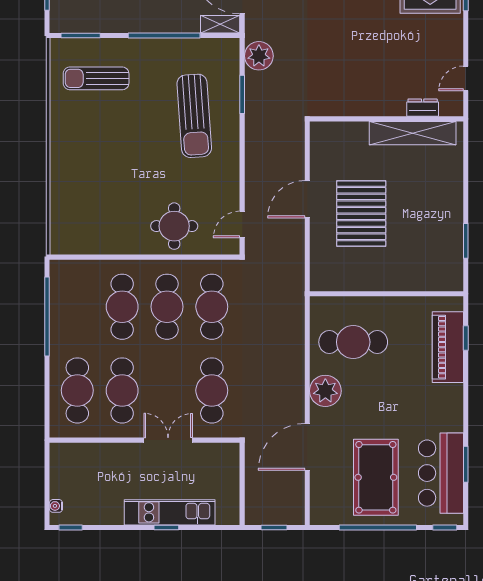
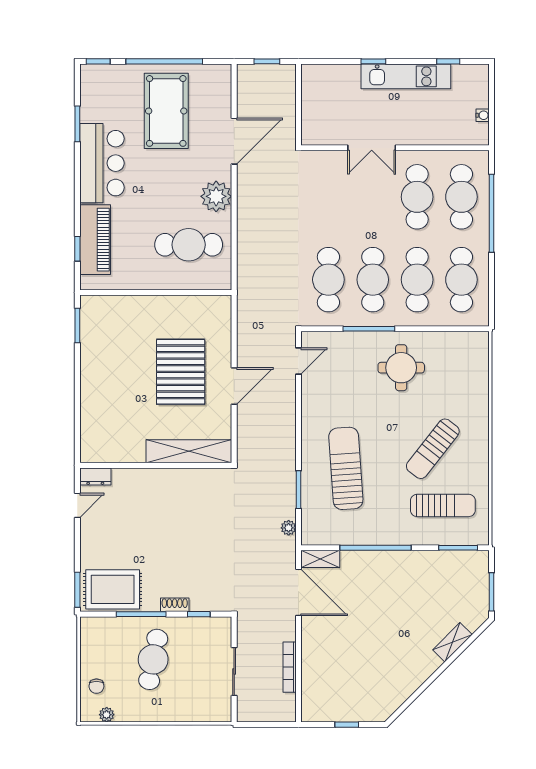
plant: (259, 56) -> (289, 528), width x0.53, depth x0.53
dresser: (423, 108) -> (95, 476), moved
shelving: (413, 133) -> (189, 451), moved
sun lounger: (106, 136) -> (433, 449), added
round table: (174, 226) -> (401, 368), moved
window: (466, 241) -> (77, 326), moved
window: (171, 257) -> (369, 329), added
window: (47, 317) -> (491, 213), moved
cafe table: (212, 390) -> (461, 280), moved
bar counter: (441, 473) -> (102, 163), moved
water cooler: (56, 506) -> (483, 115), moved
kitchen unit: (170, 512) -> (406, 76), moved
window: (71, 528) -> (448, 61), moved

